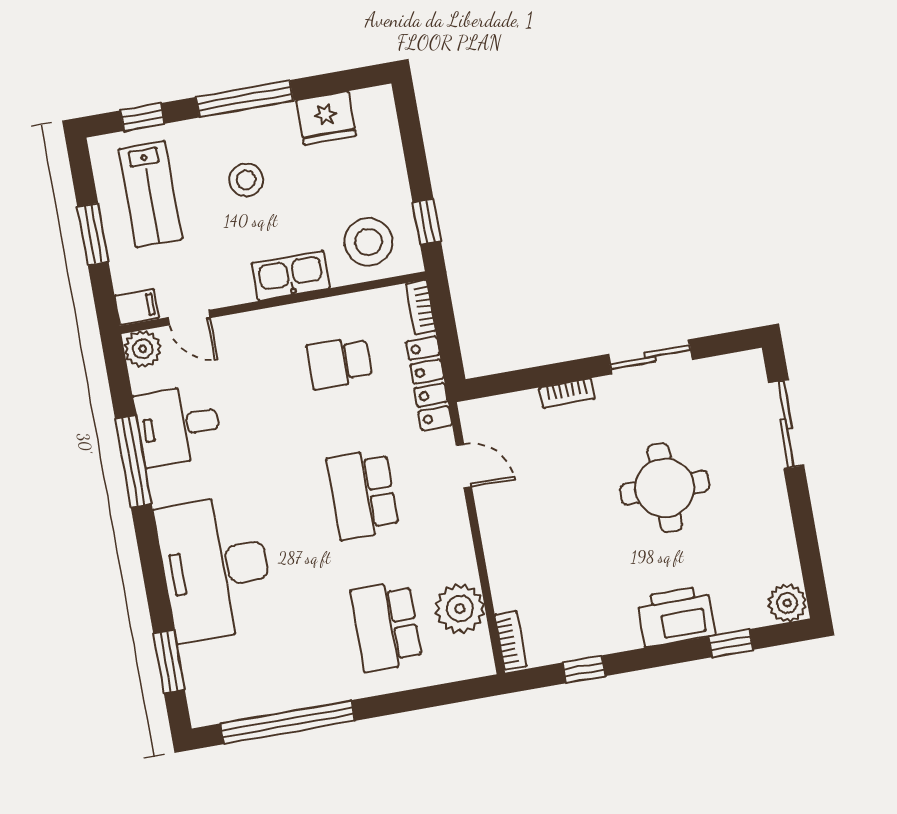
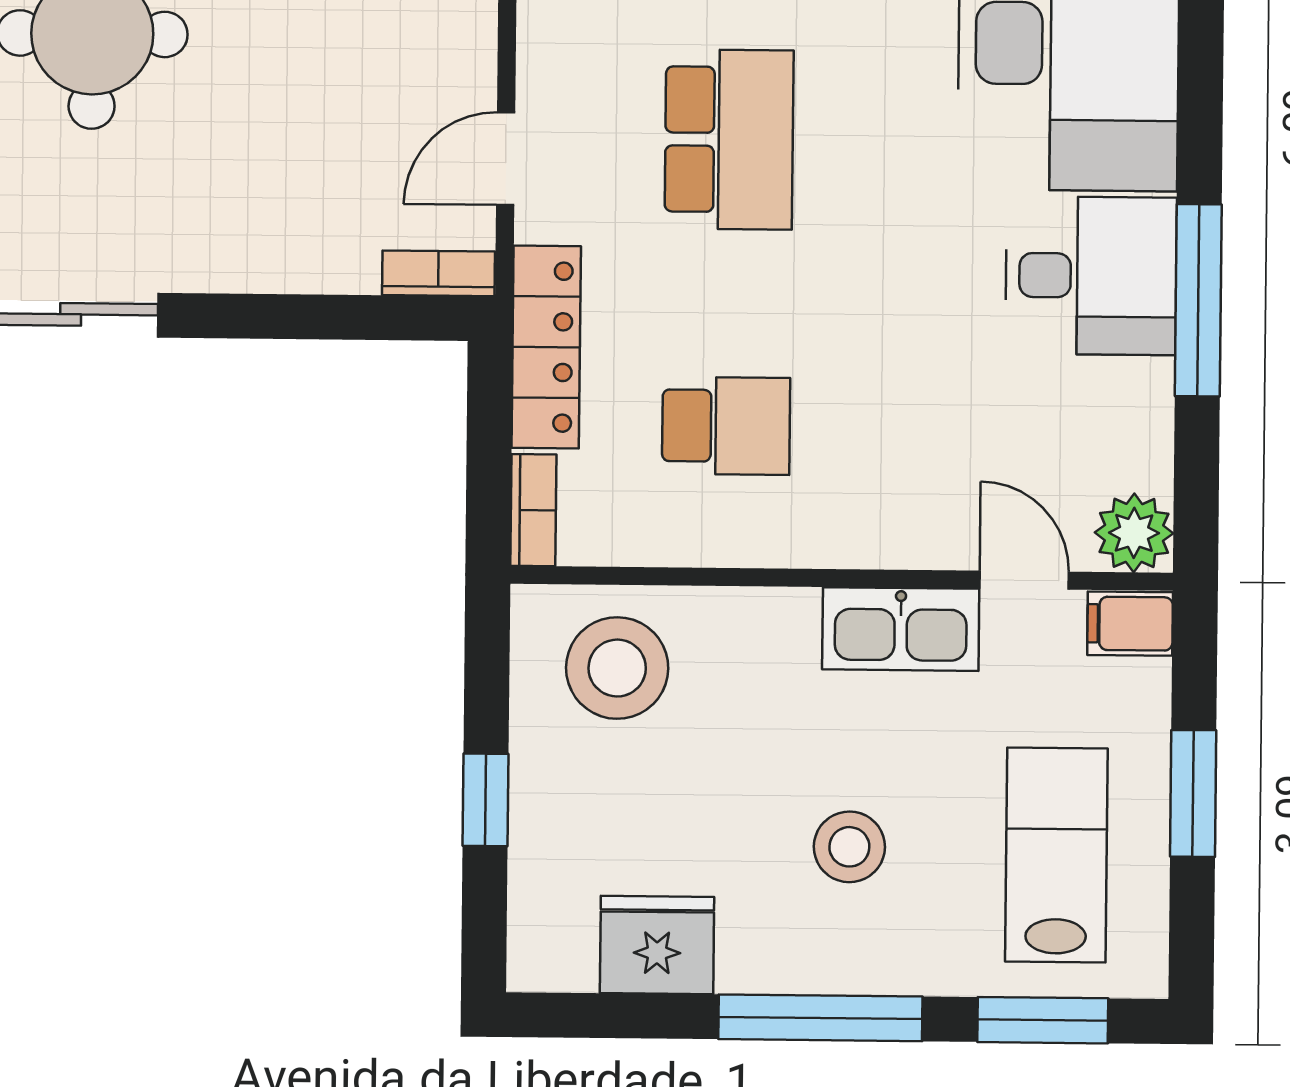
window: (142, 117) -> (1043, 1020), width x1.50
window: (427, 222) -> (485, 800), moved
kitchen sink: (291, 276) -> (901, 629), moved
bookcase: (567, 393) -> (438, 273), moved
desk: (178, 425) -> (1091, 276), moved
door: (464, 466) -> (506, 159), hinge flipped

